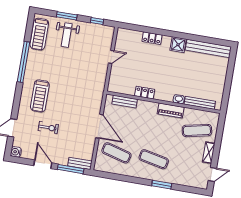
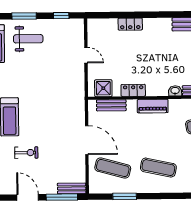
weight bench: (67, 35) -> (28, 39), turned -90
shower: (178, 45) -> (103, 88), moved
door: (111, 57) -> (86, 55), hinge flipped
piano: (171, 110) -> (153, 106), moved
window: (162, 185) -> (125, 196), moved

